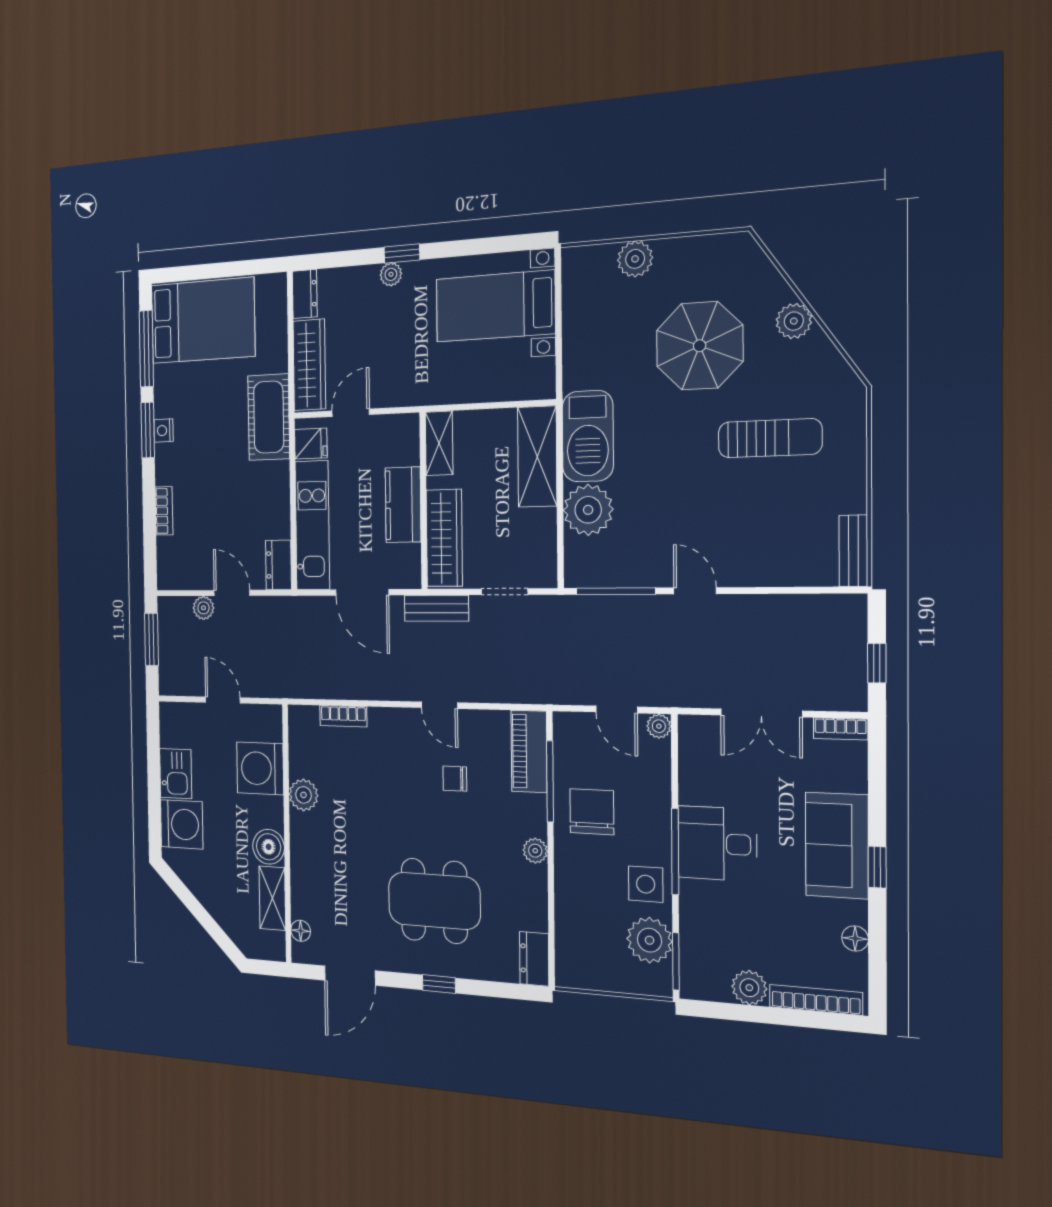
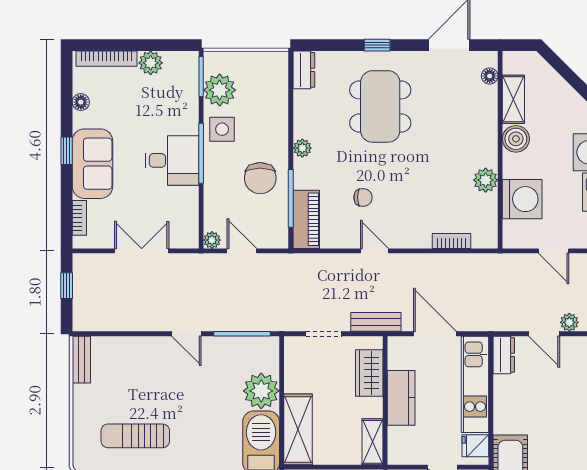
wardrobe: (444, 538) -> (369, 373), width x0.67
bookcase: (841, 729) -> (79, 218), moved, turned 90
dining table: (434, 901) -> (380, 106), turned 90

